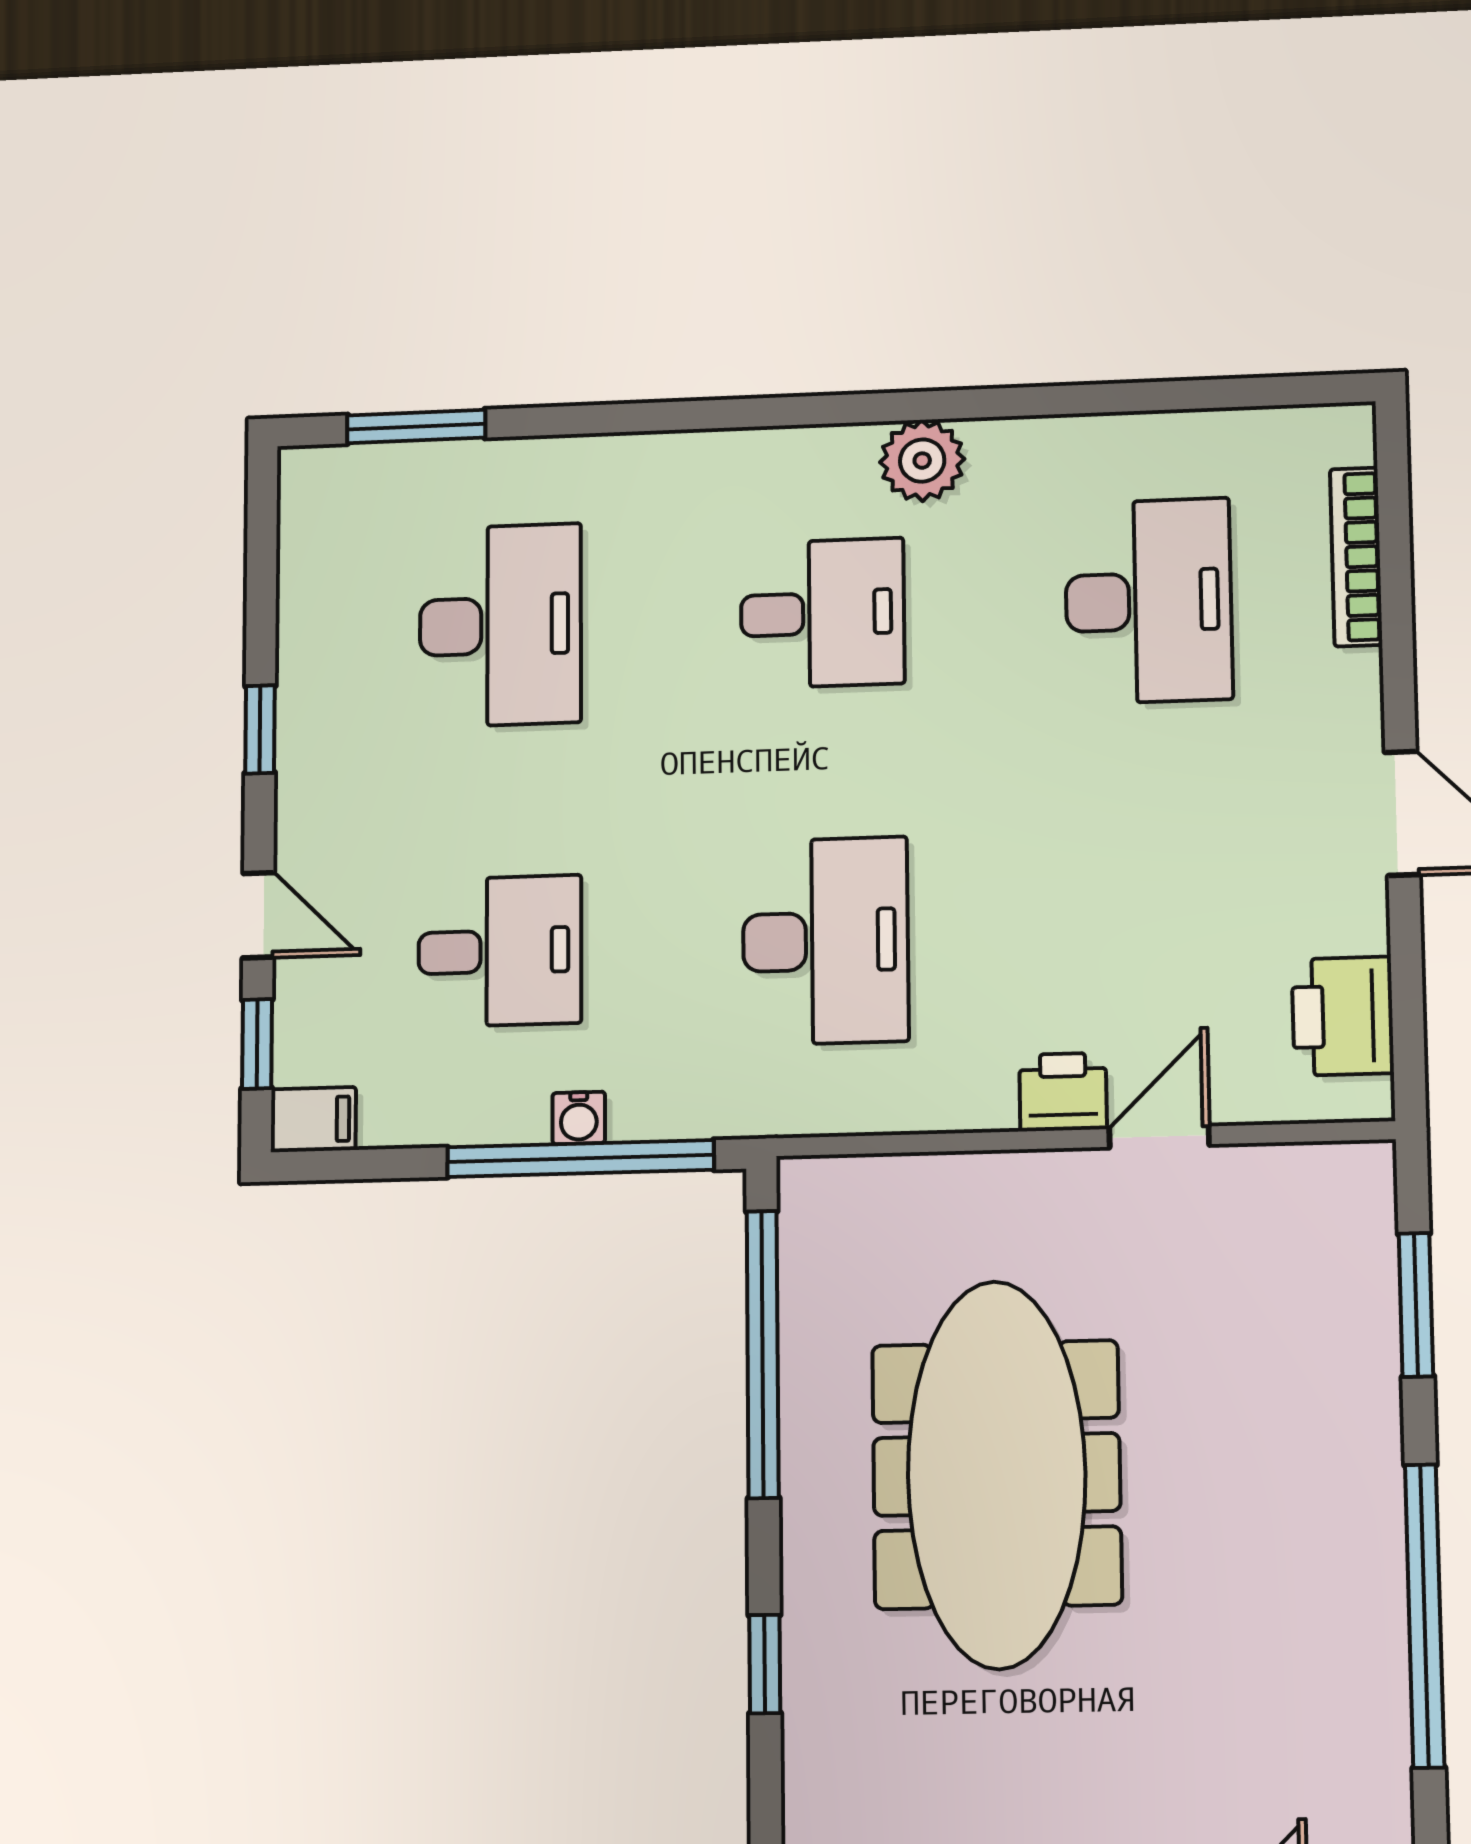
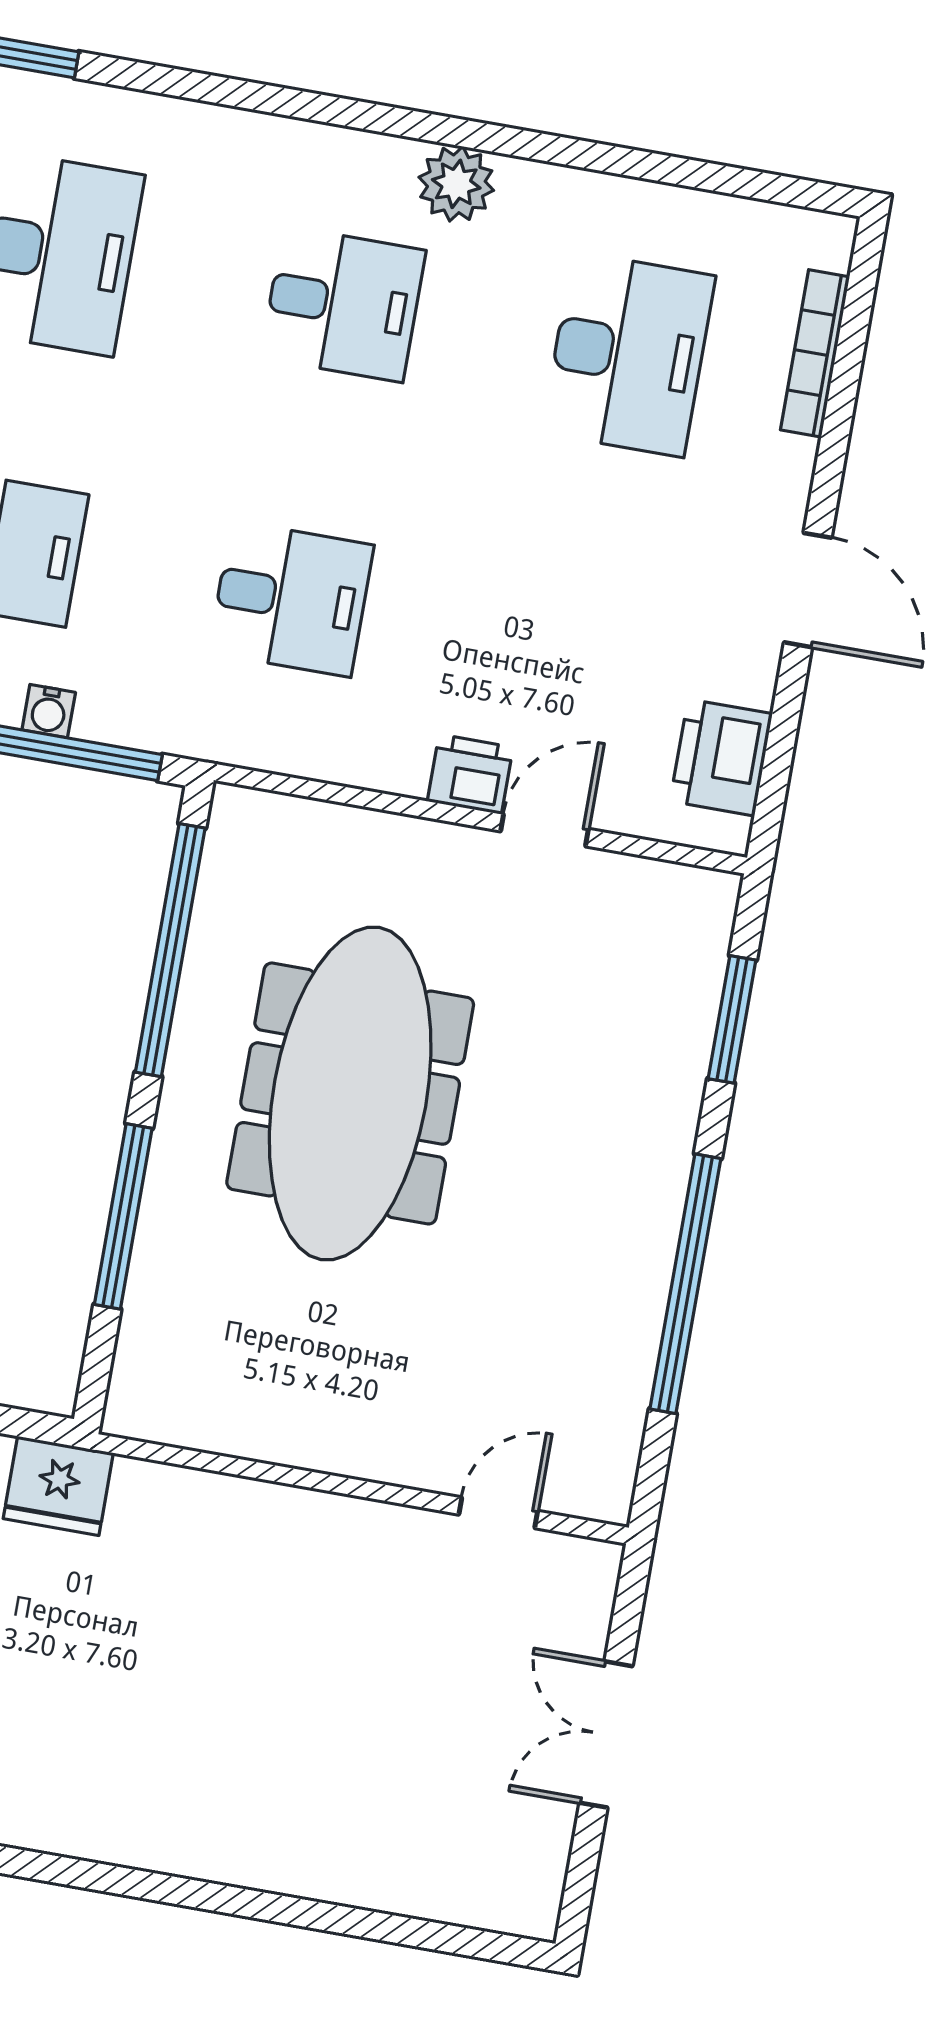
desk: (825, 941) -> (291, 599), width x0.73
window: (765, 1664) -> (123, 1216), width x2.17

